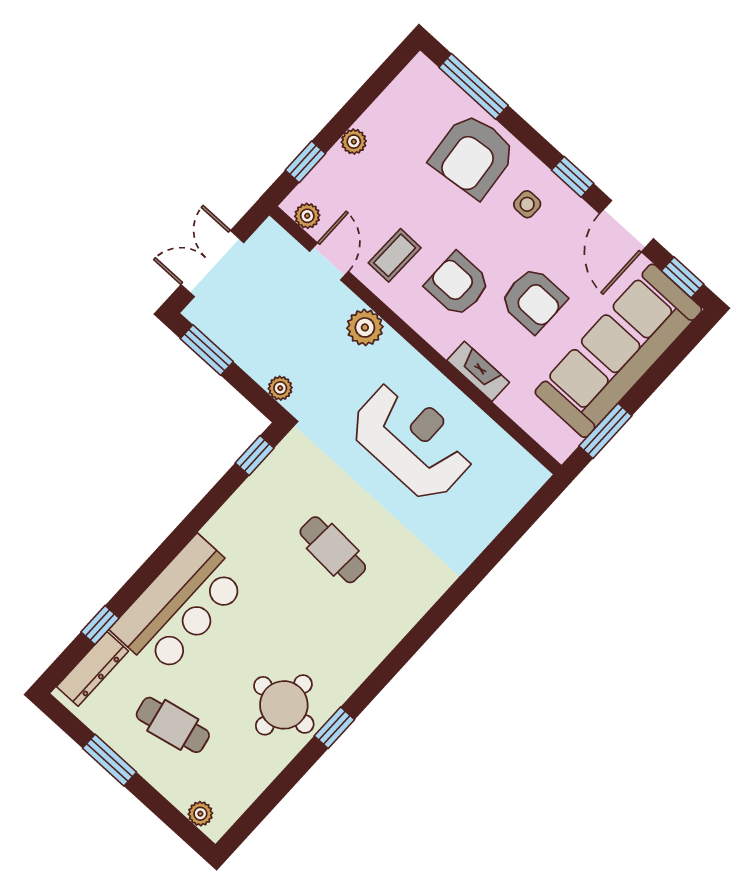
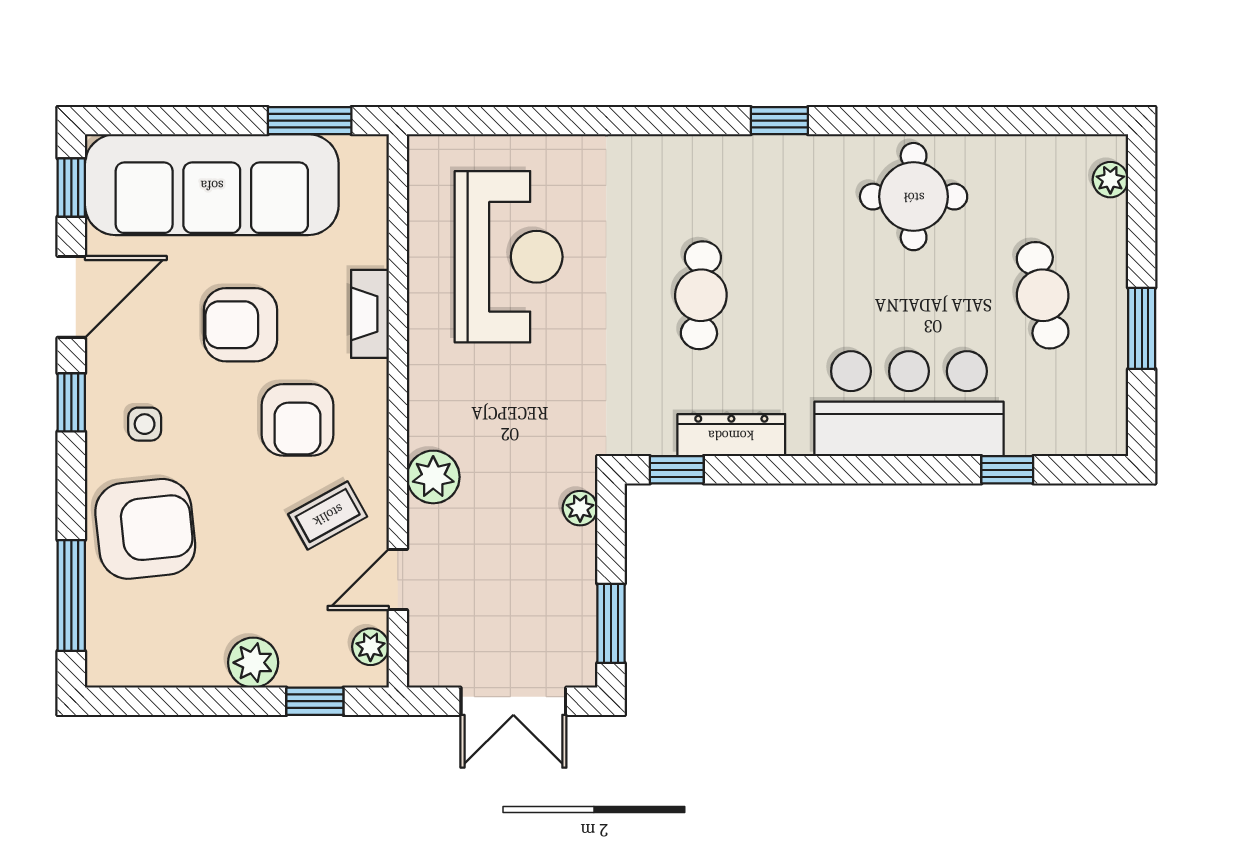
plant: (354, 142) -> (253, 663), width x1.38, depth x1.38
coffee table: (395, 255) -> (328, 515), turned -30
armchair: (533, 300) -> (240, 325), turned -90
reception desk: (412, 441) -> (509, 257), moved, turned 180
dresser: (92, 669) -> (731, 435), moved
window: (334, 728) -> (779, 121), moved

